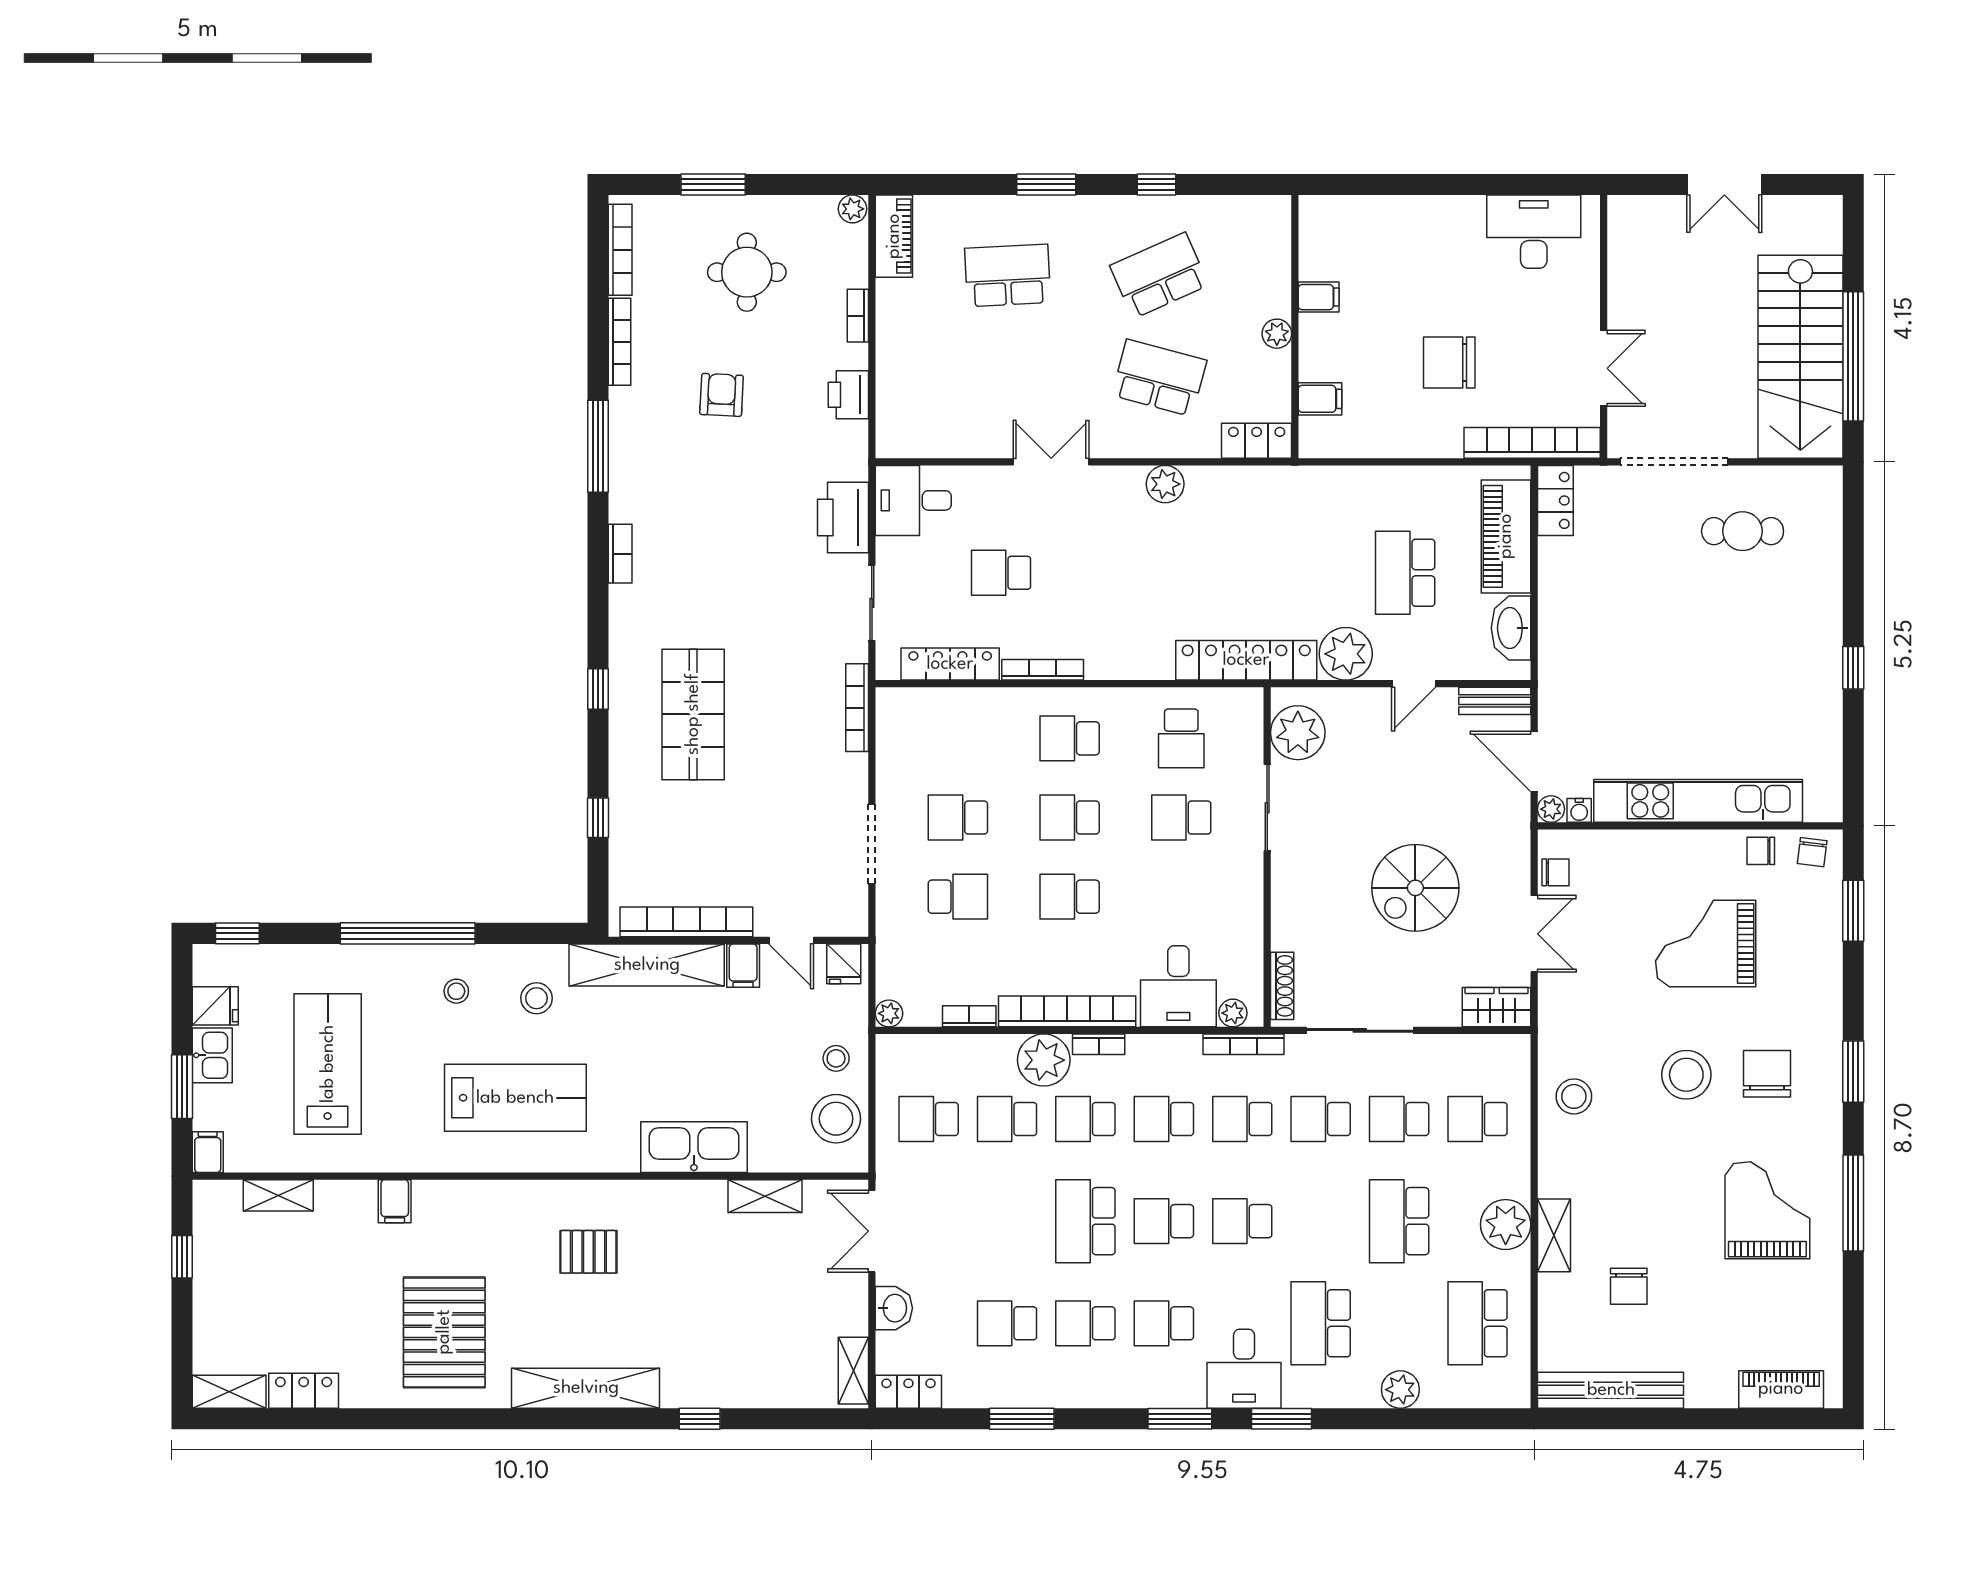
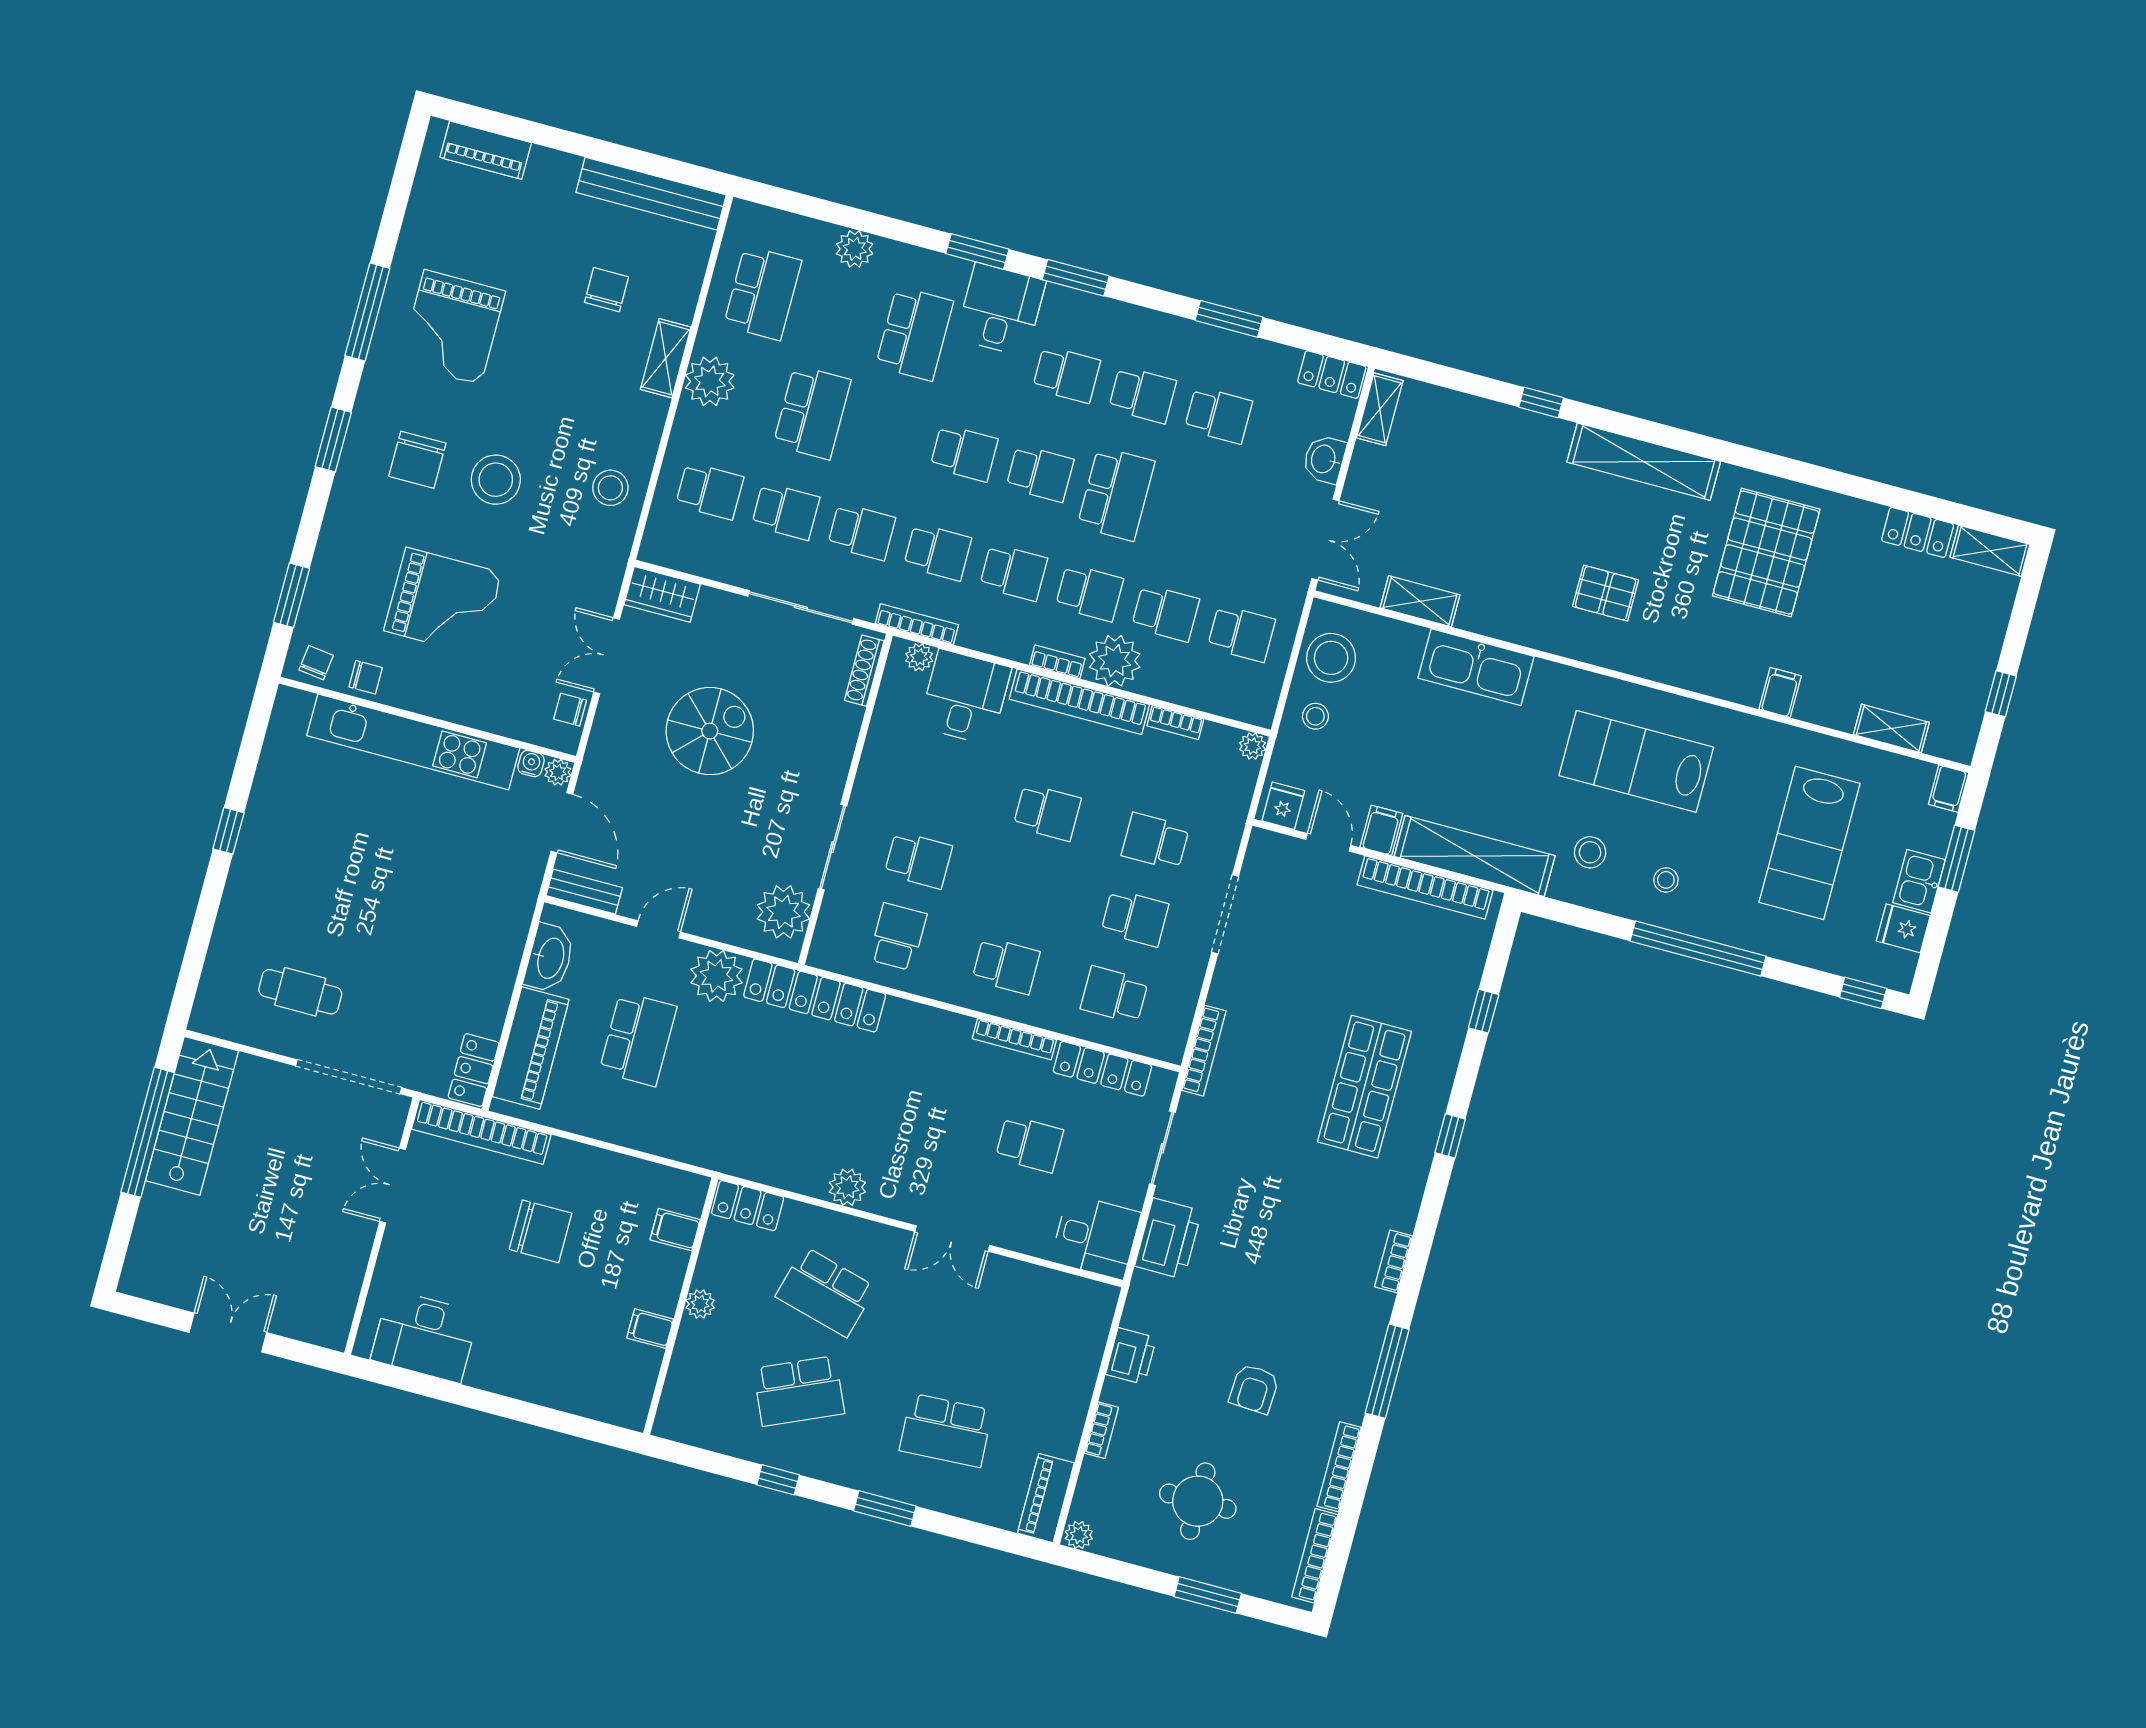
stairs: (1800, 357) -> (192, 1116), width x0.73, depth x0.66
school desk: (1070, 818) -> (1114, 995), moved, turned 180

